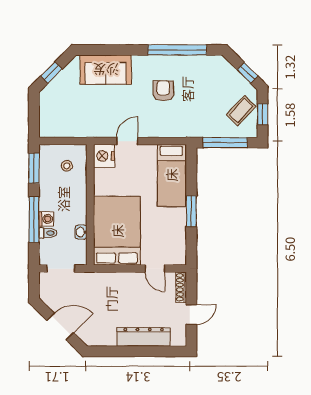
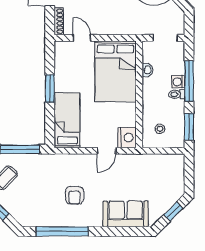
toilet: (48, 233) -> (177, 94), moved

